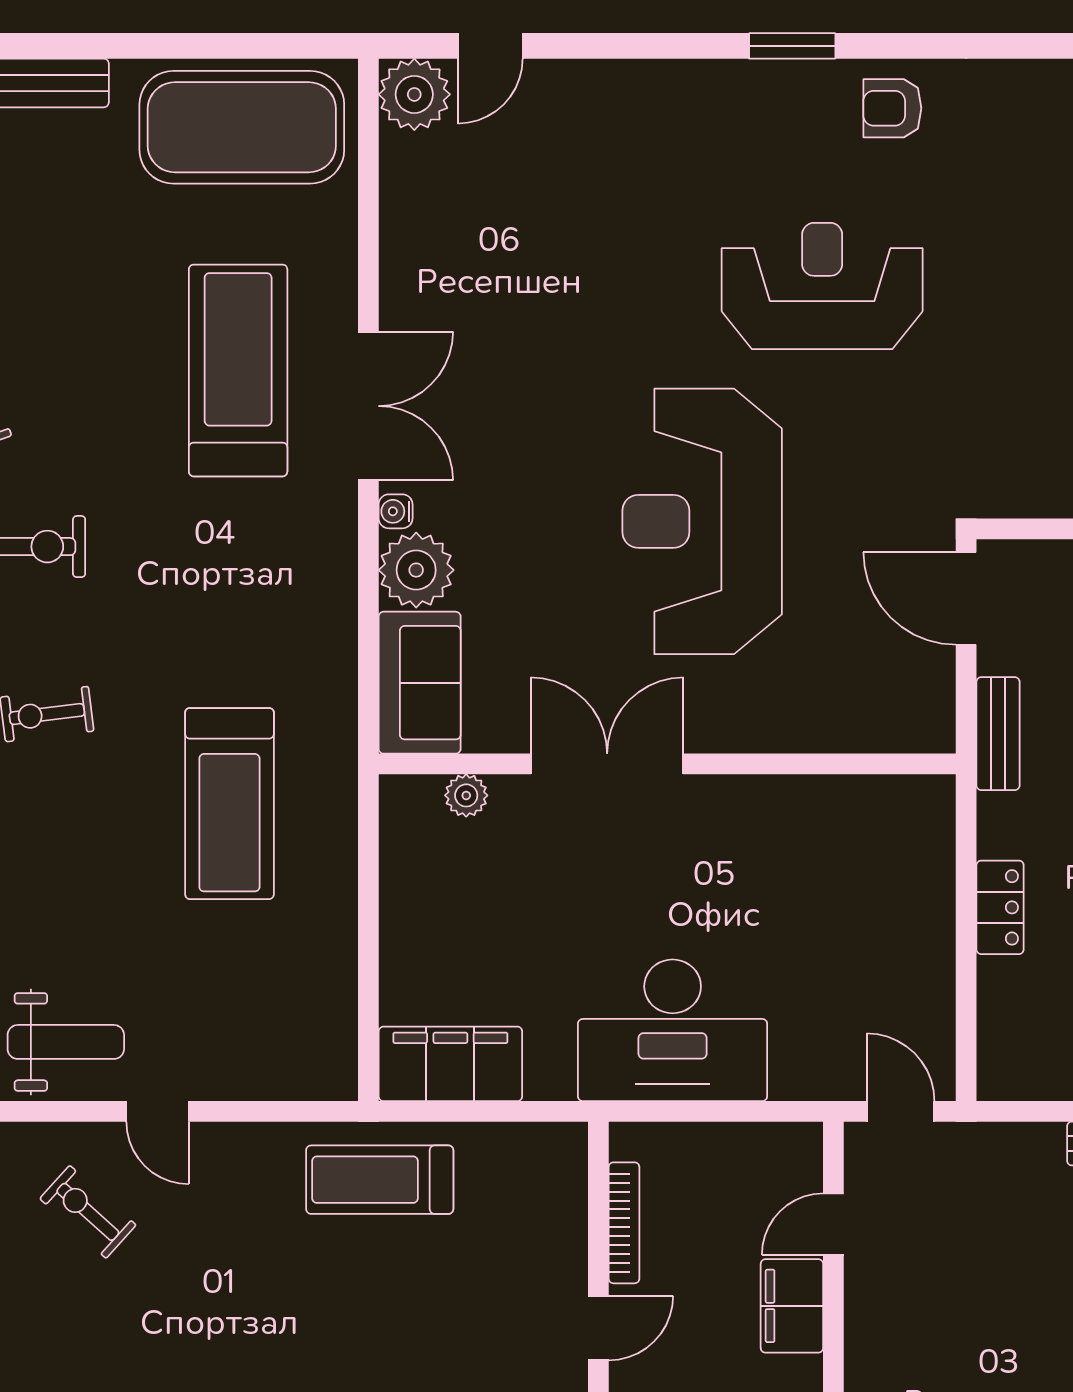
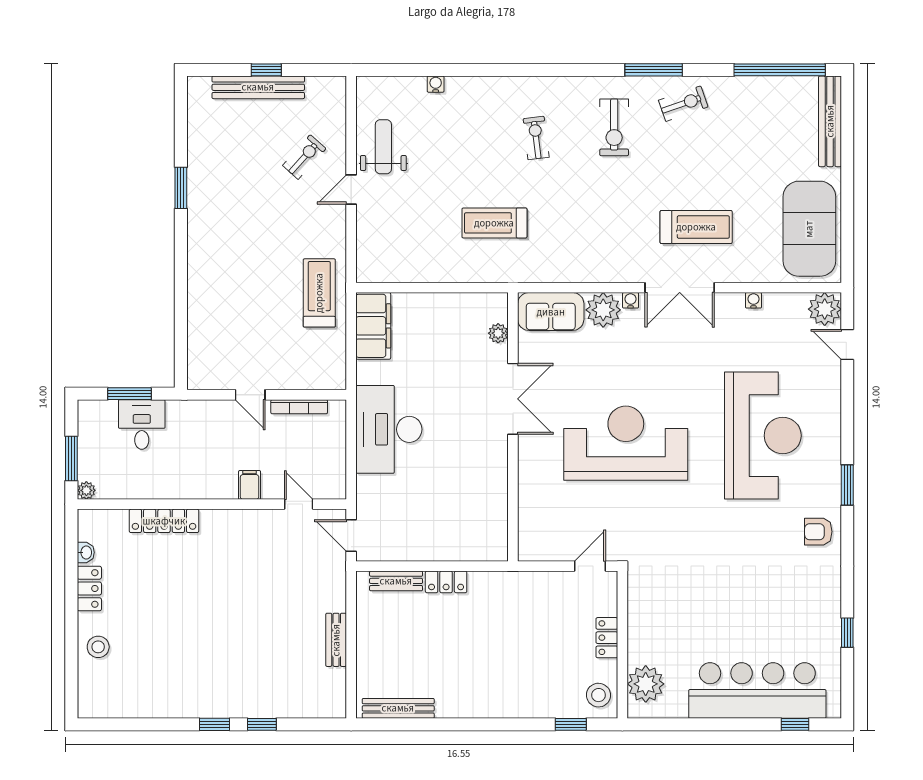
armchair: (892, 108) -> (818, 532), turned -90
water cooler: (396, 247) -> (753, 300), added
reception desk: (822, 286) -> (763, 436), moved, width x1.36, depth x1.30
treadmill: (238, 370) -> (696, 227), width x0.73, depth x0.73
door: (966, 598) -> (590, 566), width x0.73
bench: (998, 734) -> (396, 581), moved
treadmill: (229, 804) -> (494, 223), width x0.73, depth x0.73
weight bench: (66, 1042) -> (383, 147), turned 180
door: (901, 1111) -> (351, 536), swing flipped
filing cabinet: (792, 1306) -> (250, 485), width x0.50

